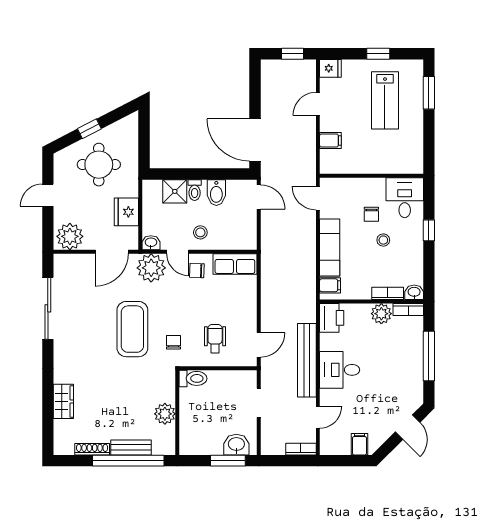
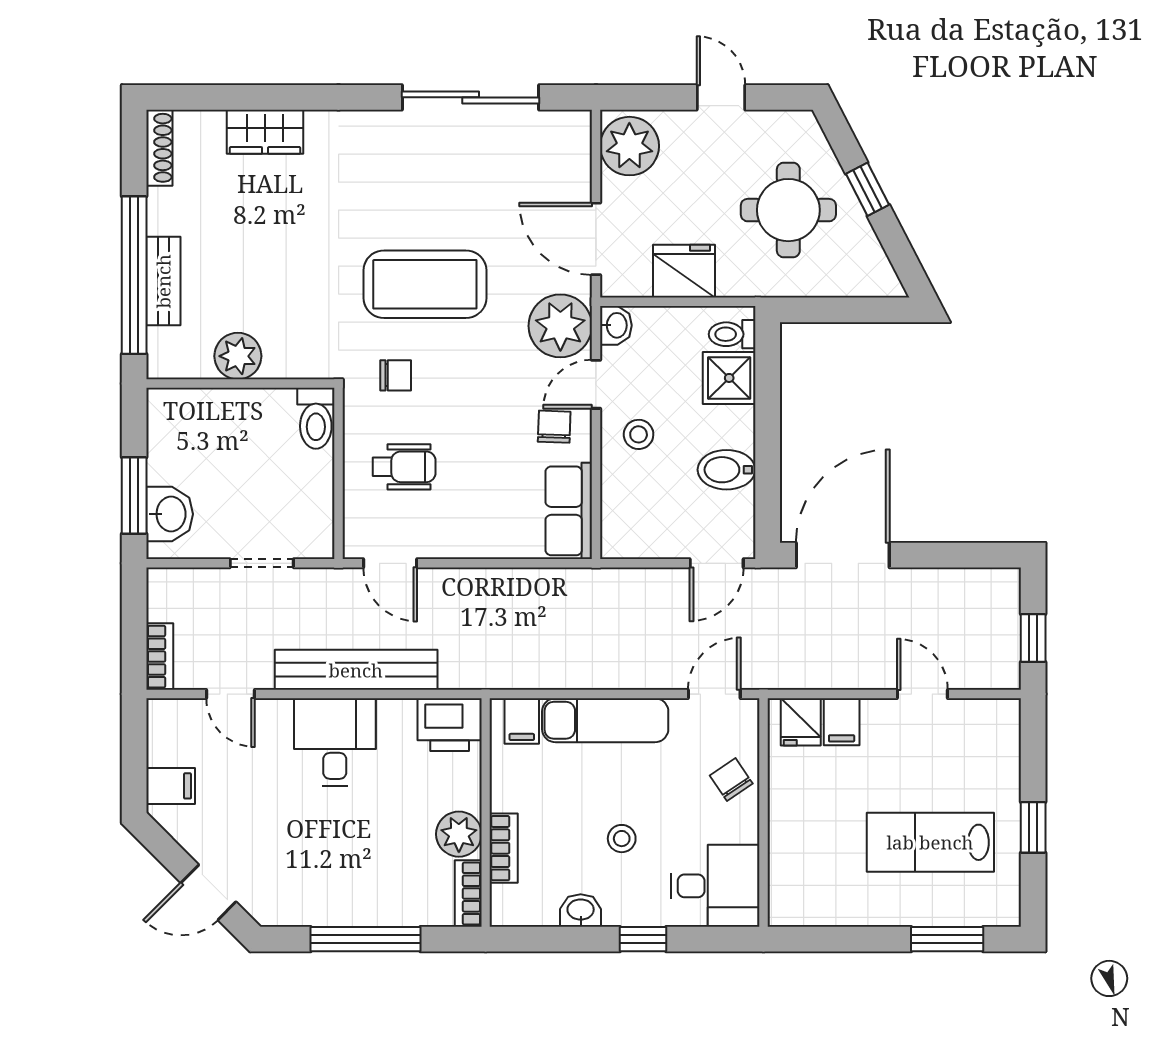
fridge: (330, 68) -> (801, 722), moved
toilet: (195, 190) -> (732, 334), moved
chair: (371, 214) -> (731, 779), moved, turned 56
washbasin: (414, 292) -> (581, 910), moved, turned -90
shoe rack: (92, 449) -> (159, 148), moved

